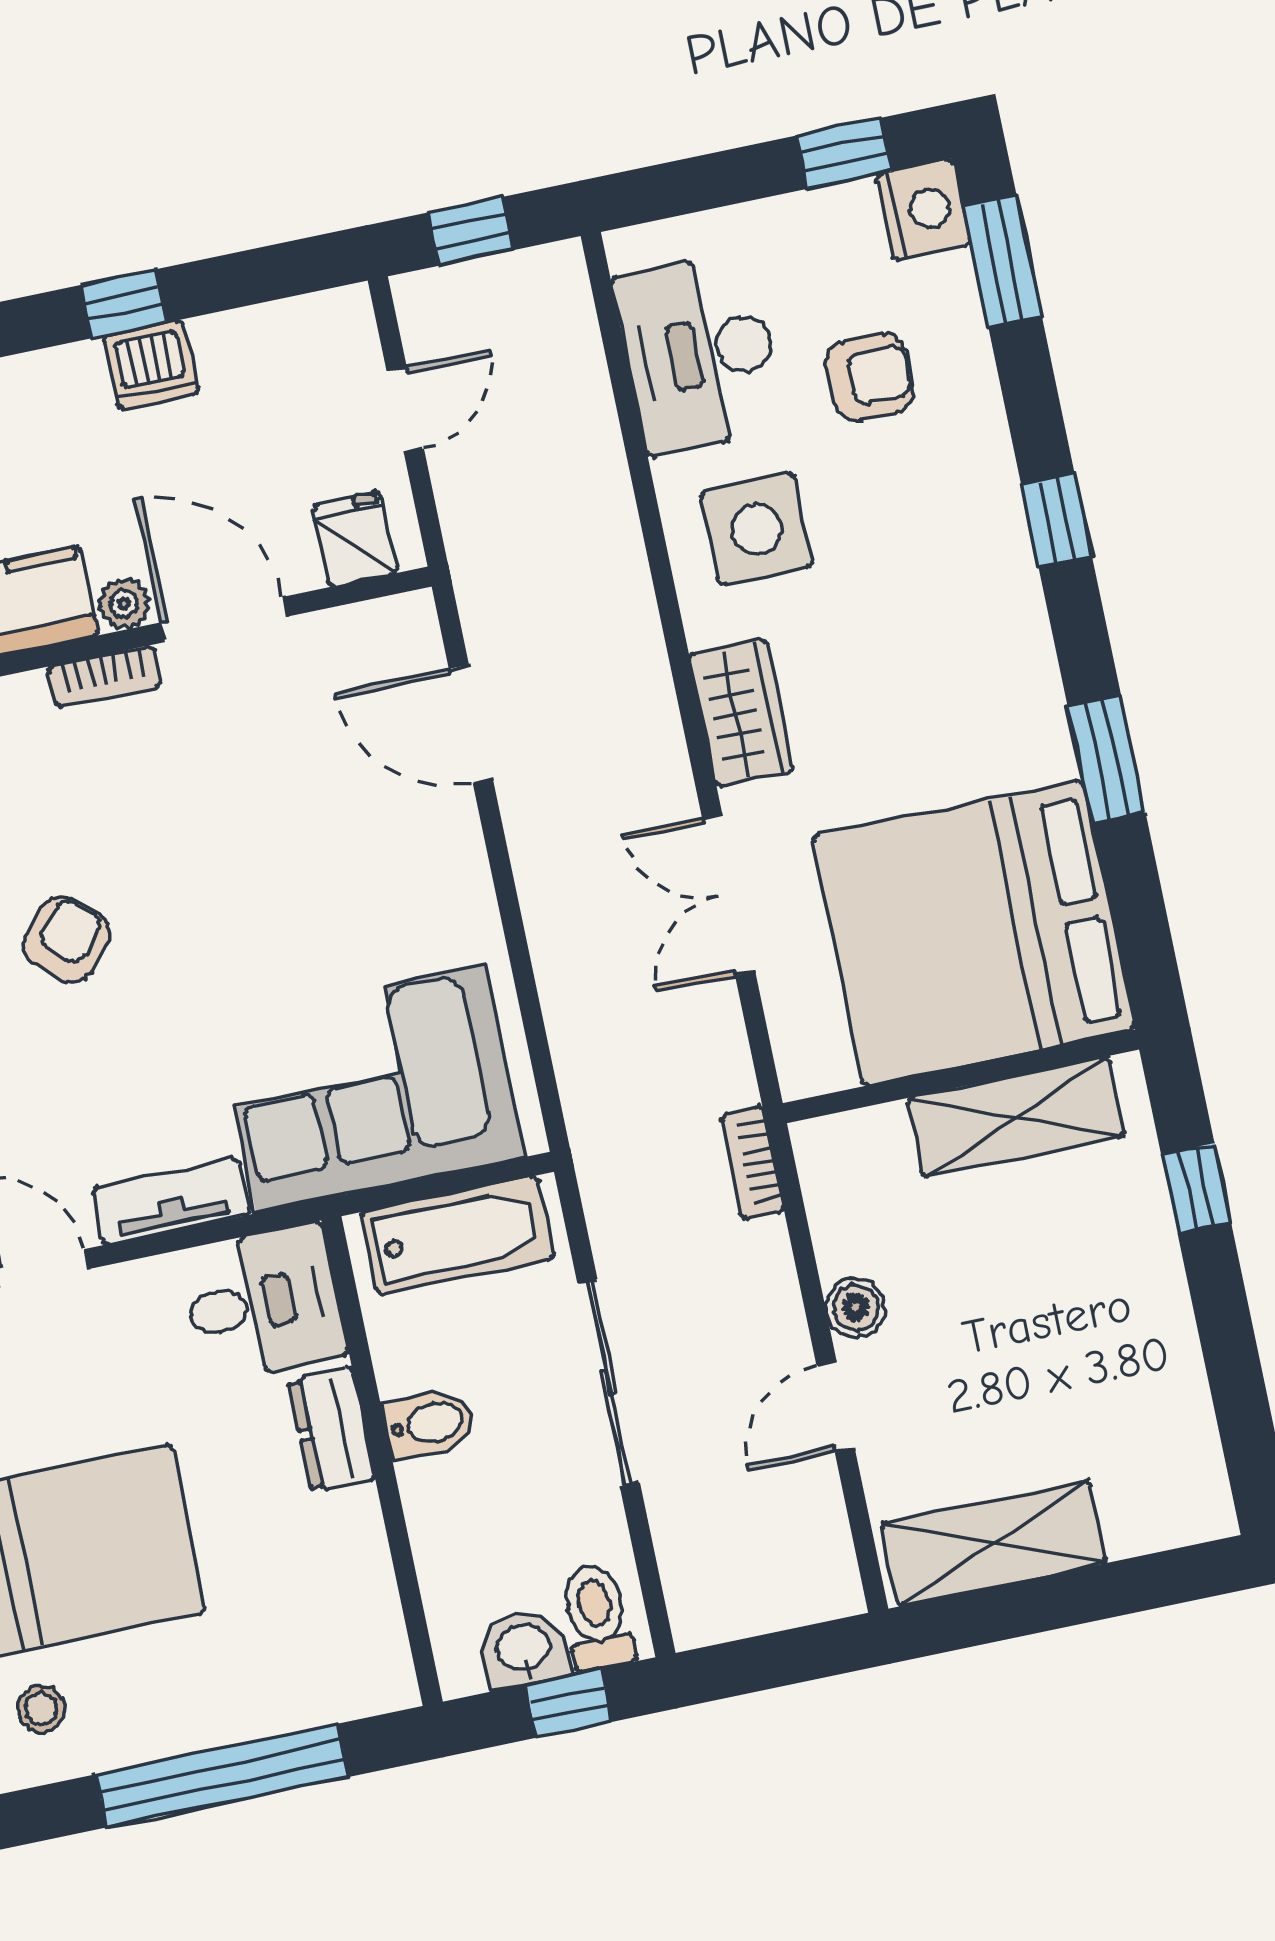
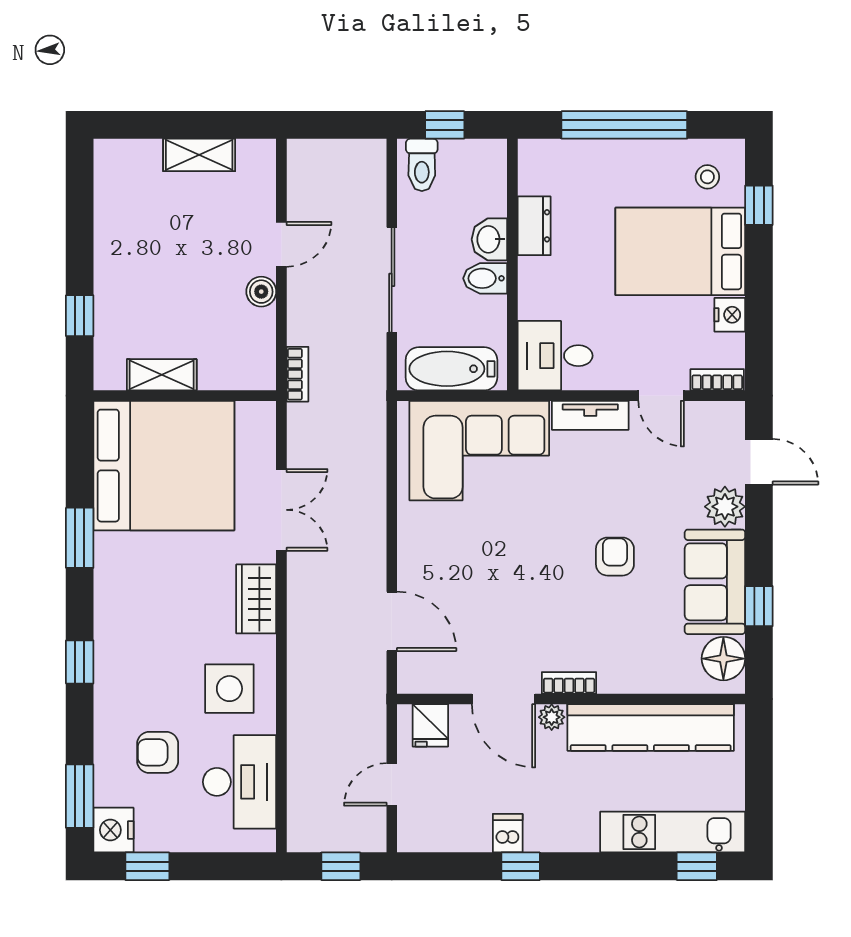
dishwasher: (151, 365) -> (508, 833), width x0.73
armchair: (67, 939) -> (615, 557), turned 139
shelving: (1016, 1117) -> (162, 375), width x0.67, depth x0.75
dresser: (332, 1429) -> (534, 226), moved
shelving: (993, 1543) -> (199, 155), width x0.67, depth x0.75
washbasin: (524, 1649) -> (489, 239), moved, turned 90

